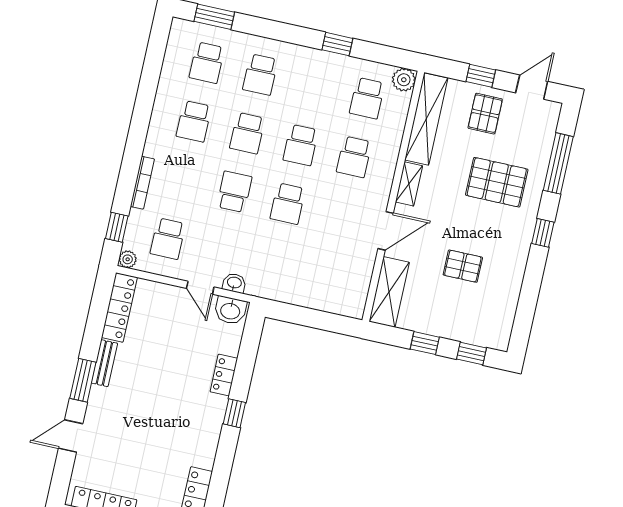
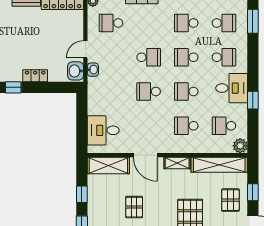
school desk: (207, 63) -> (224, 23), turned 180
desk: (311, 73) -> (232, 88), added
school desk: (260, 74) -> (224, 57), turned 180
pallet: (485, 114) -> (230, 200), turned 90
desk: (332, 288) -> (103, 130), added

